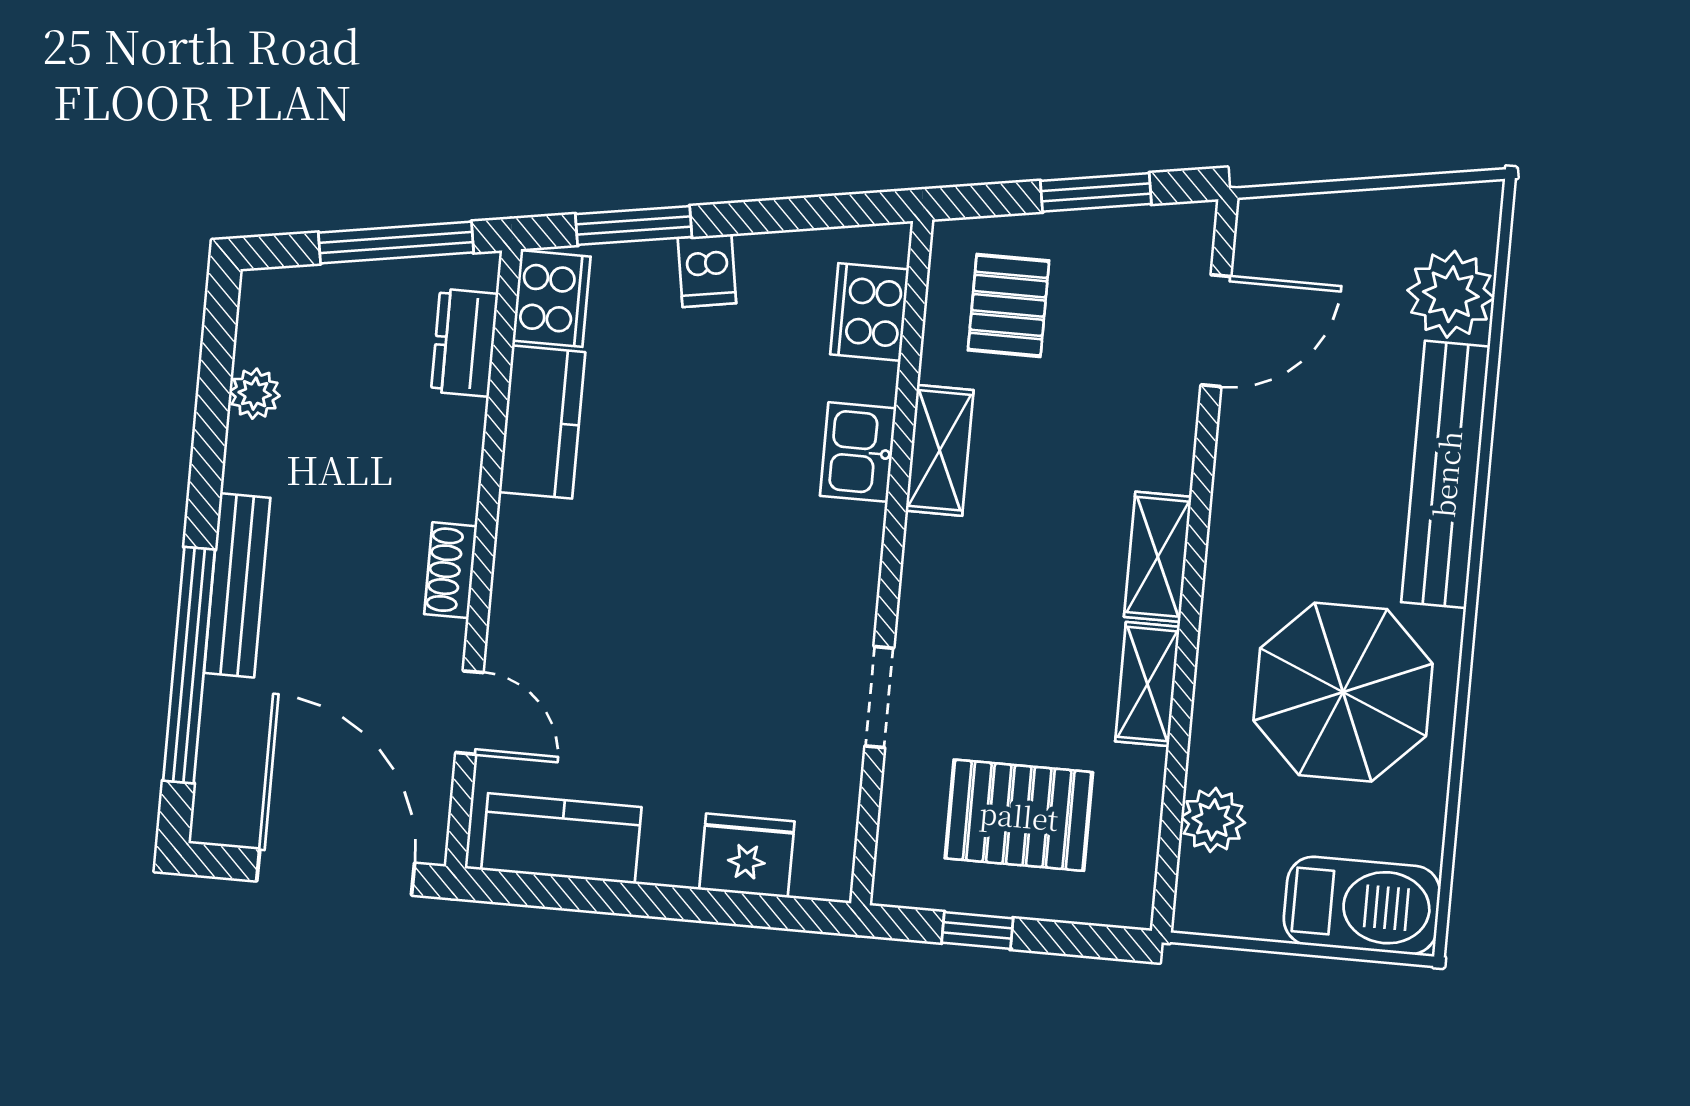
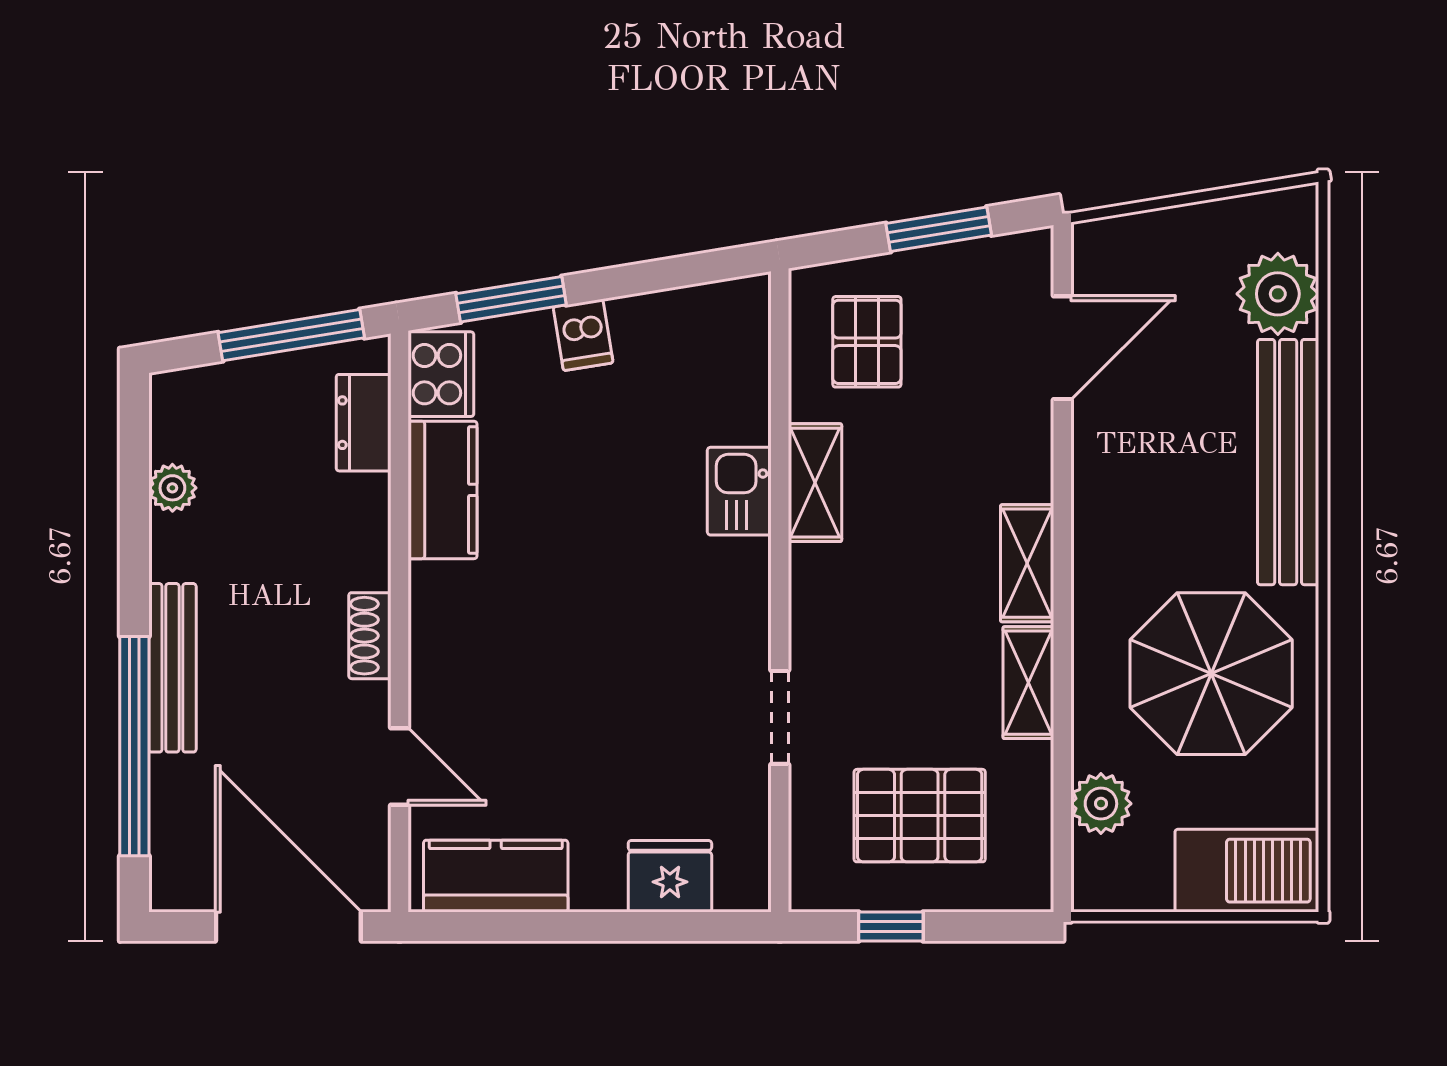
cooker: (869, 312) -> (738, 360), removed

